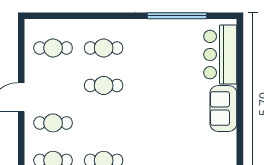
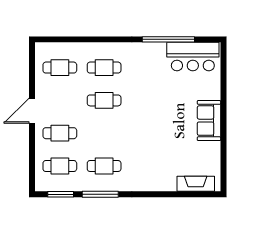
bar counter: (220, 55) -> (193, 57), moved, turned -90

